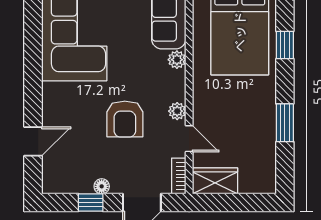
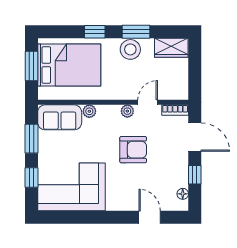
window: (285, 45) -> (95, 32), moved
stool: (261, 115) -> (130, 49), added
wardrobe: (215, 181) -> (171, 48), moved, turned -90
floor lamp: (102, 186) -> (183, 194), moved

